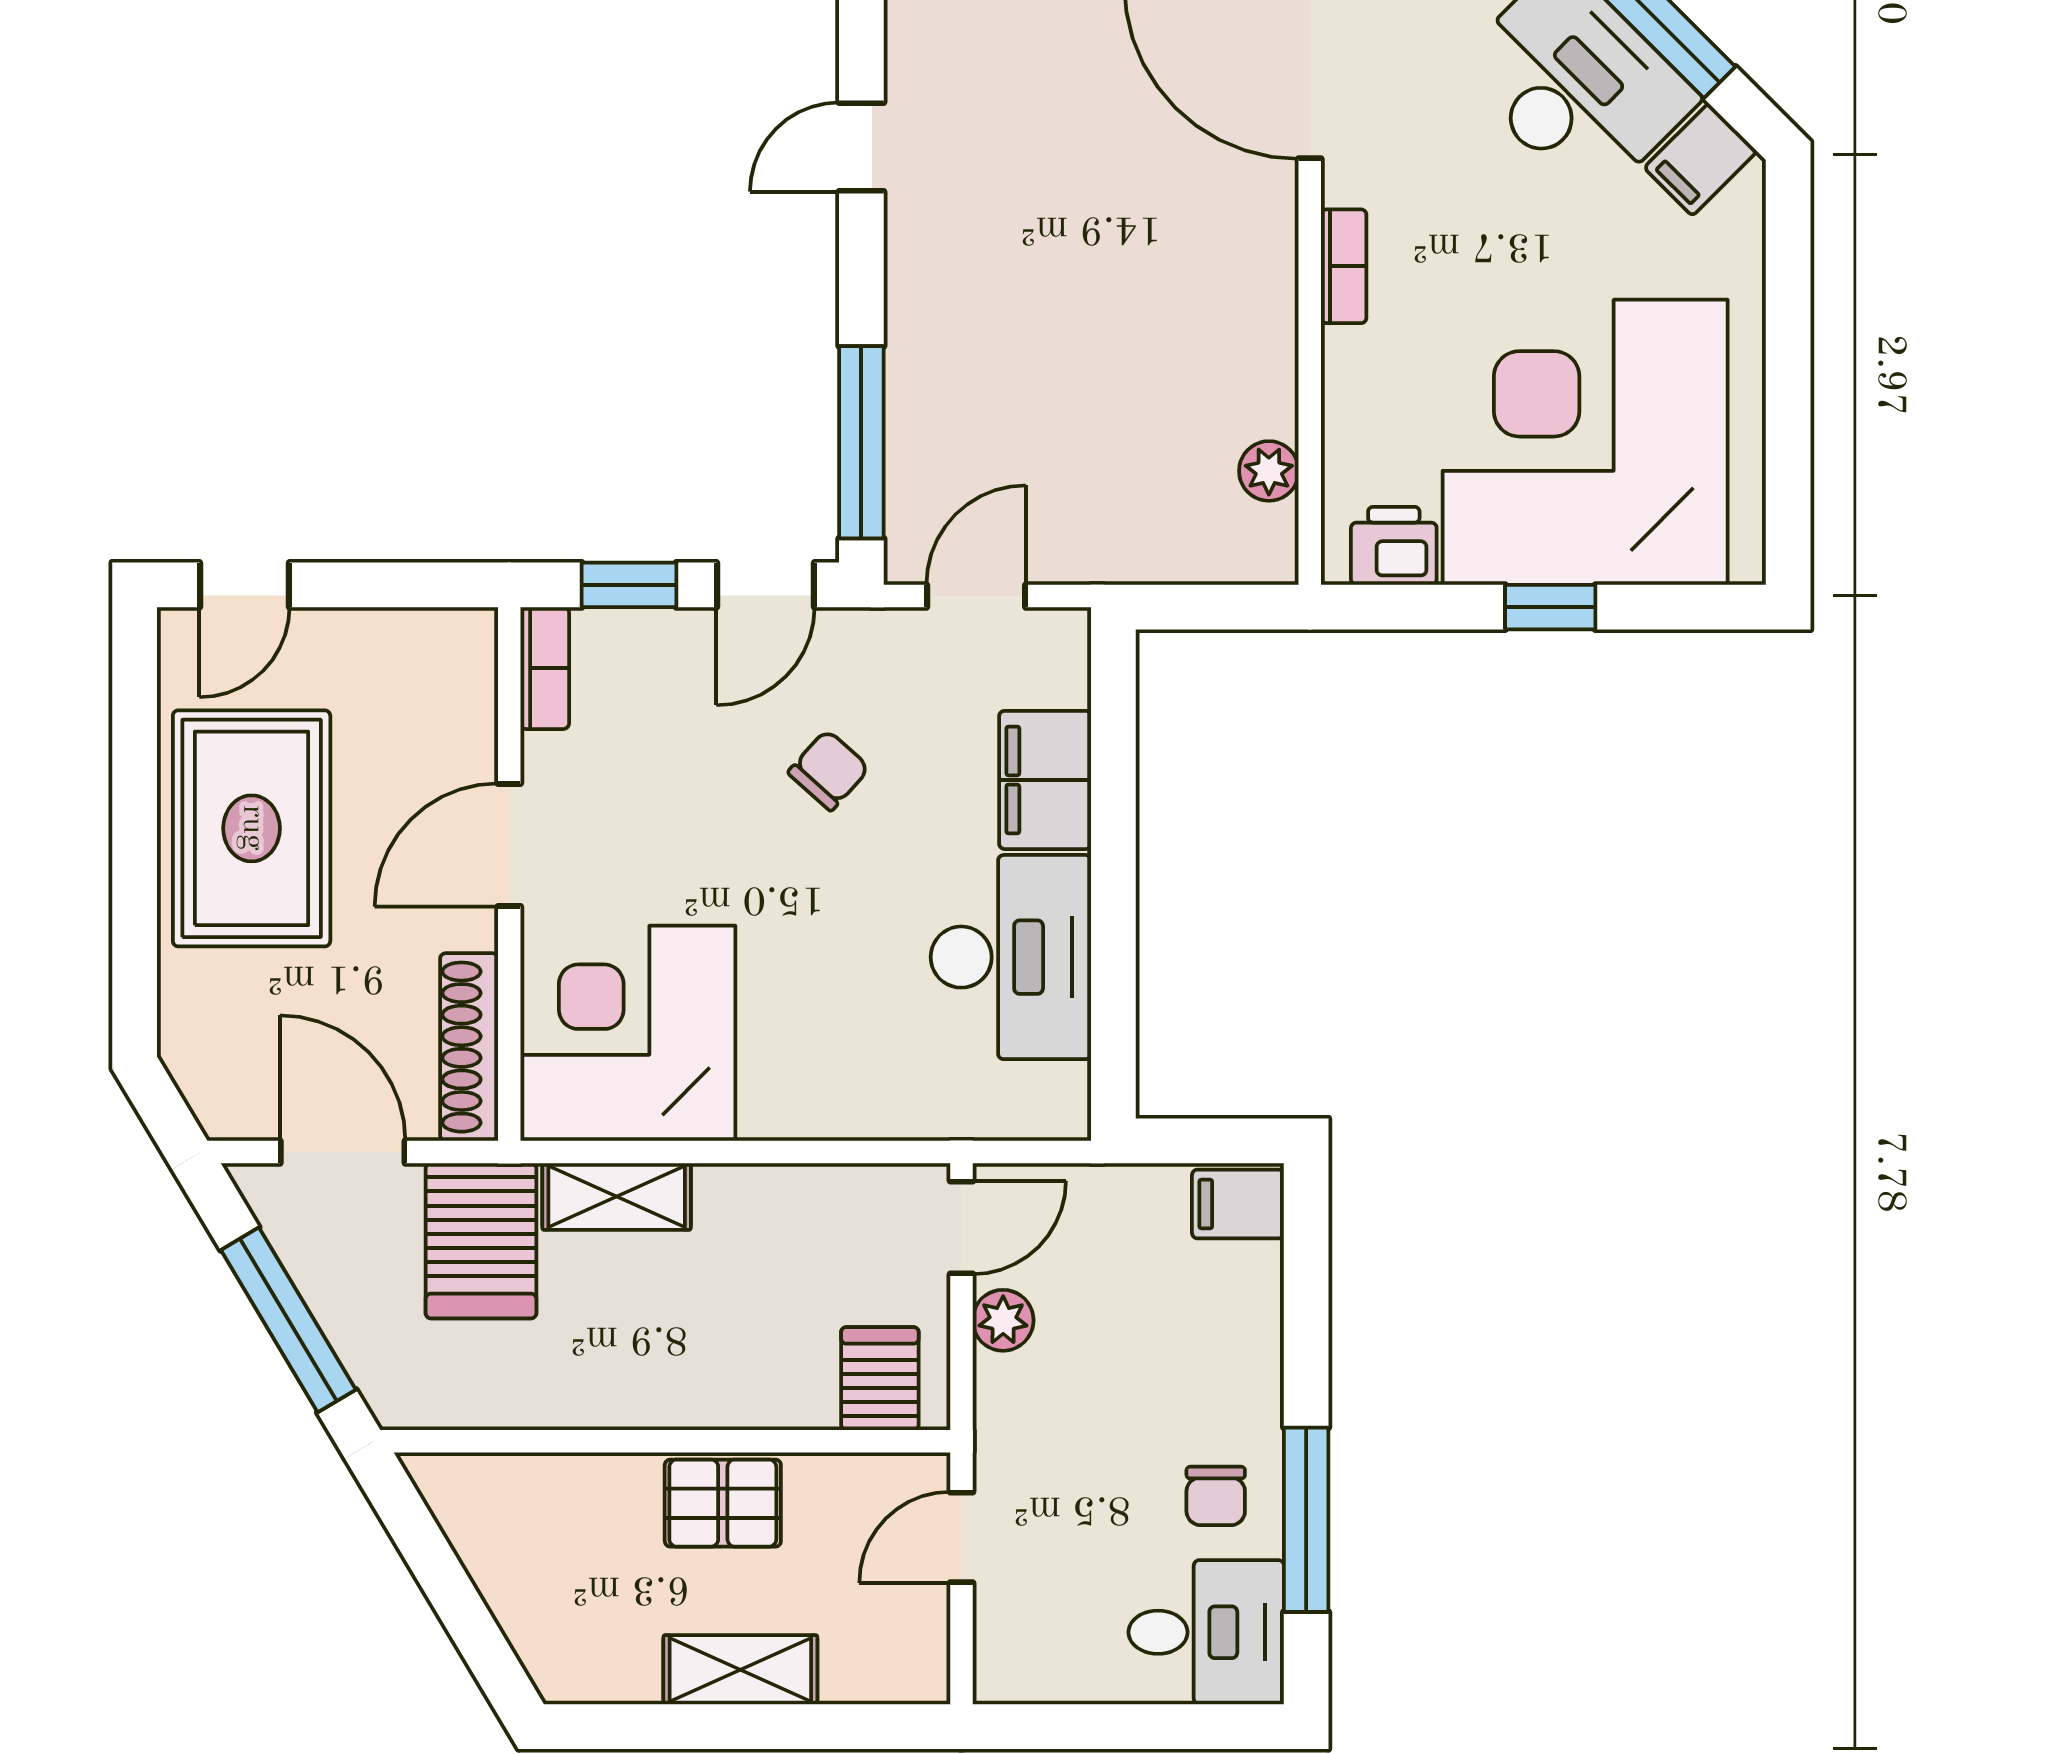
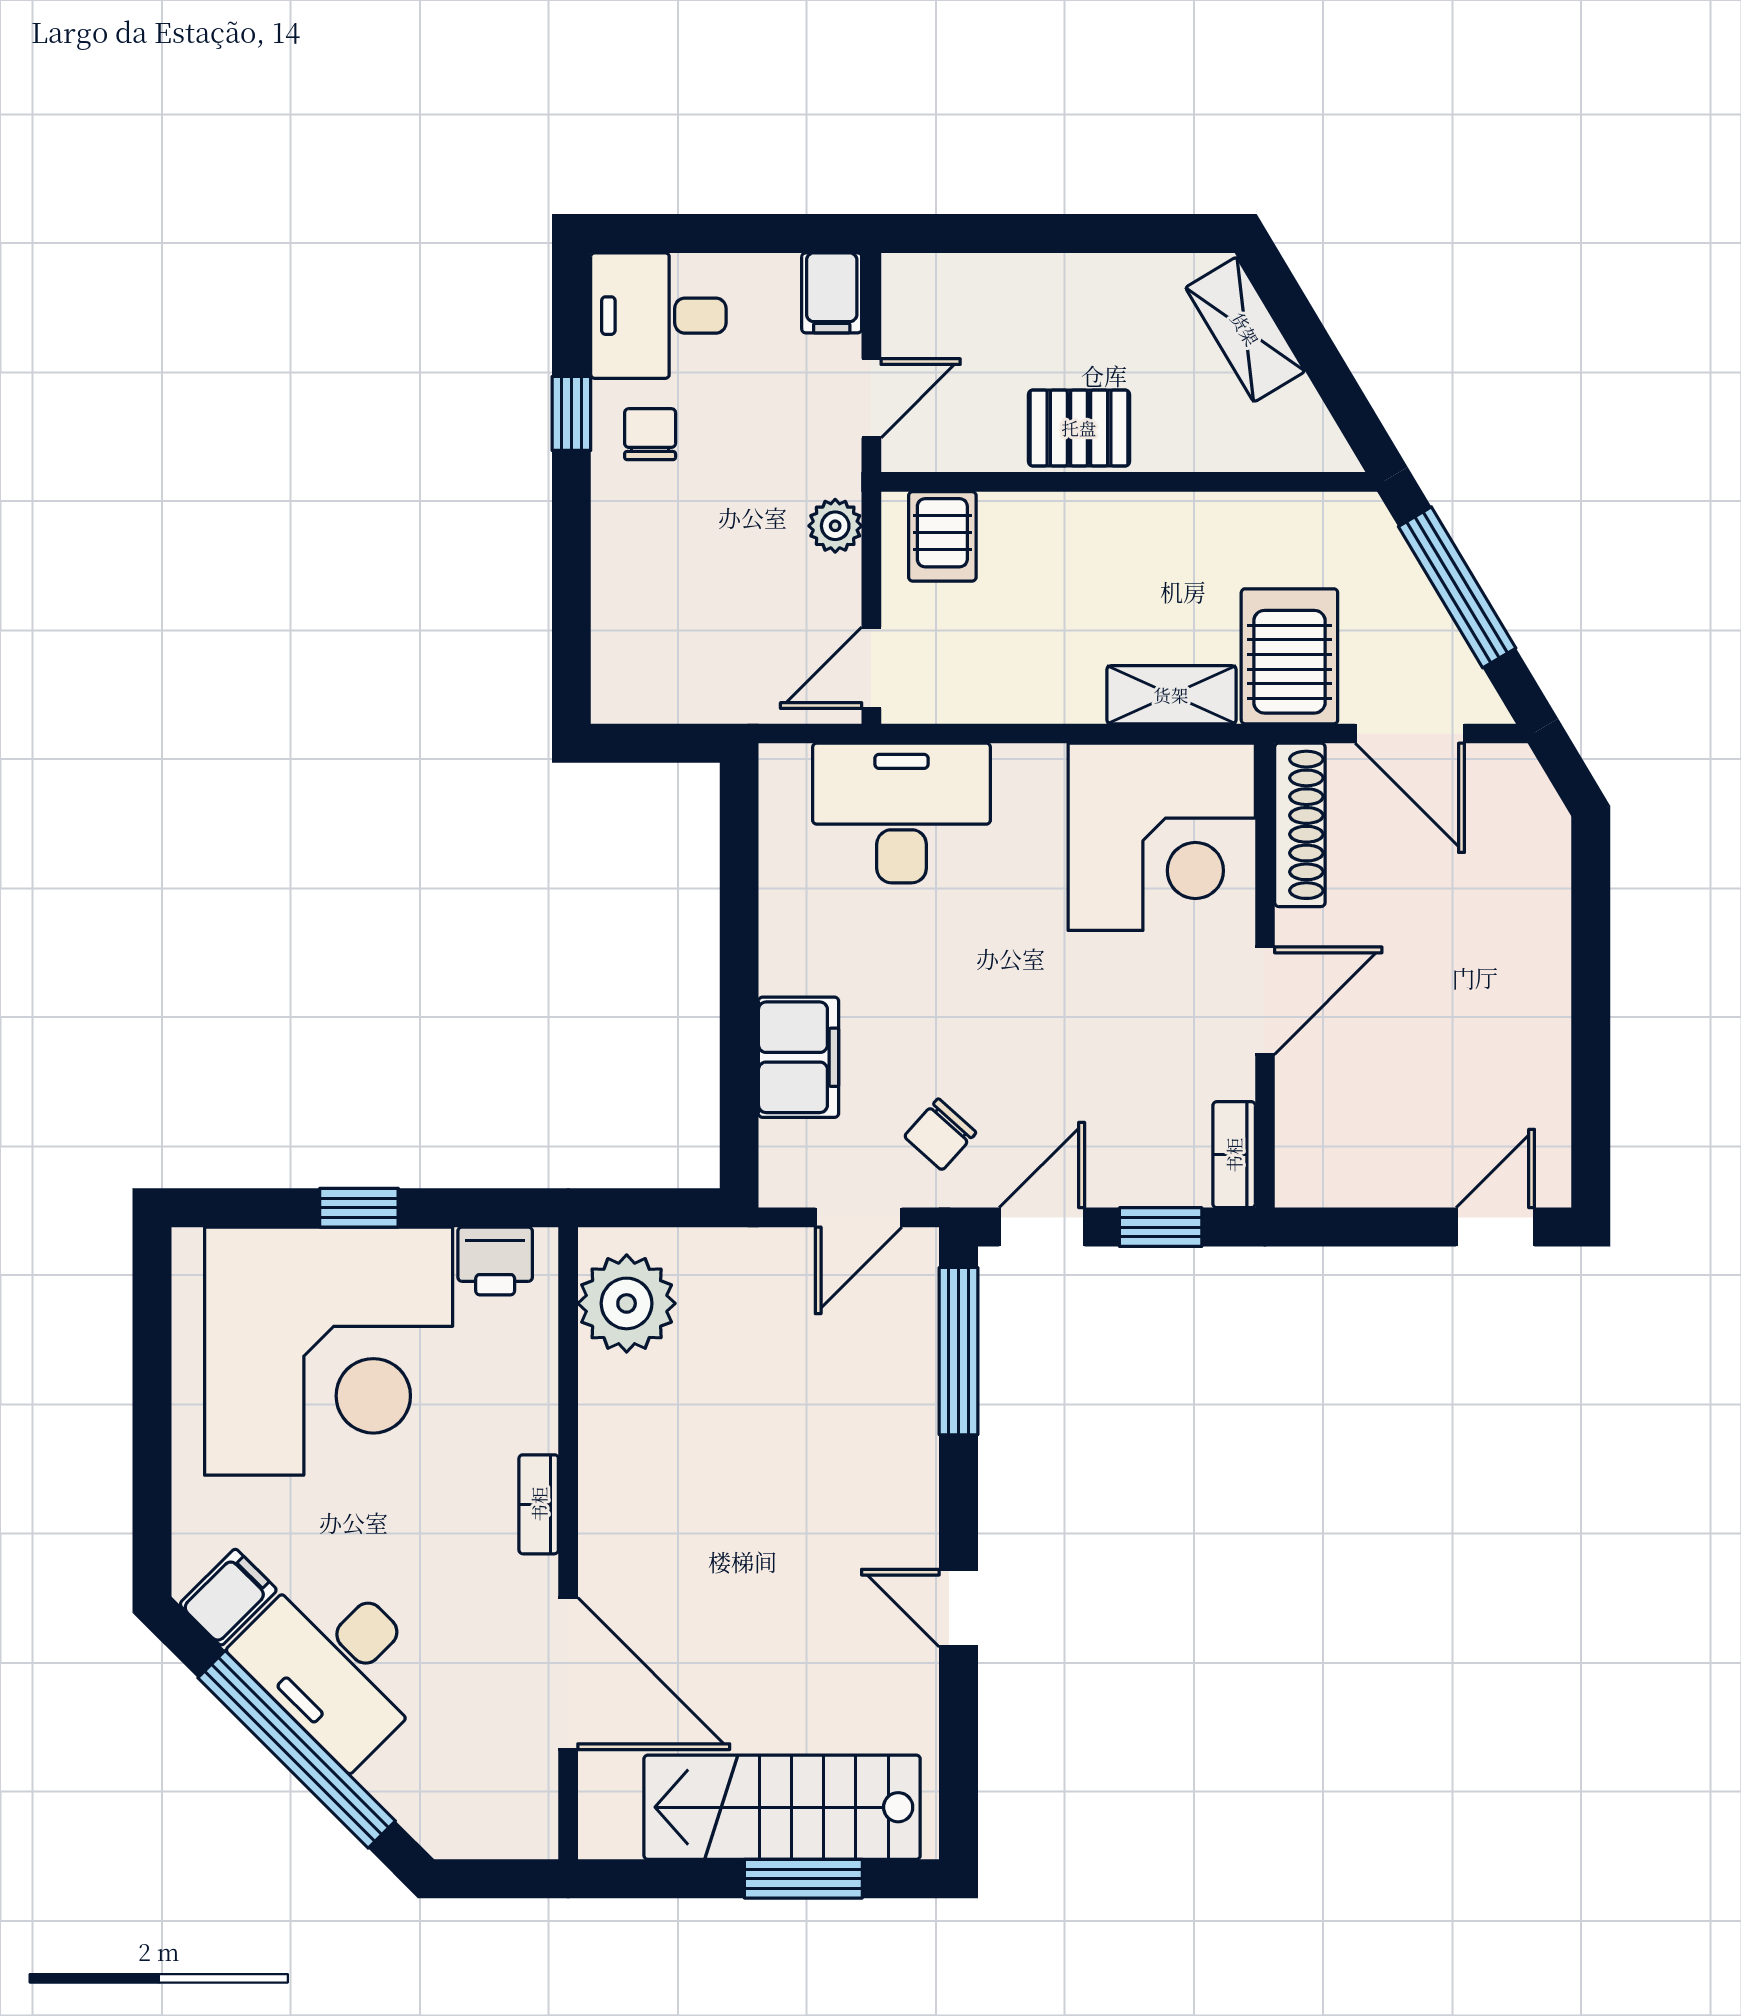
door: (861, 147) -> (958, 1608), swing flipped
plant: (1269, 471) -> (627, 1303), width x1.87, depth x1.87
chair: (829, 770) -> (940, 1134), moved
rug: (252, 828) -> (1489, 1015), removed
desk: (1011, 957) -> (902, 813), moved, turned 90
filing cabinet: (1238, 1204) -> (832, 293), moved, turned 90
plant: (1003, 1320) -> (835, 526), moved
window: (1306, 1520) -> (571, 413), width x0.46
shelving: (740, 1670) -> (1245, 329), moved, turned 59

